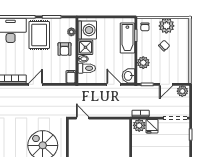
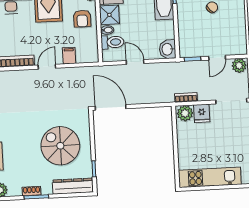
plant: (143, 63) -> (186, 31), removed
filing cabinet: (71, 77) -> (69, 56), moved
door: (114, 84) -> (135, 62), moved
door: (83, 118) -> (111, 107), width x1.87

